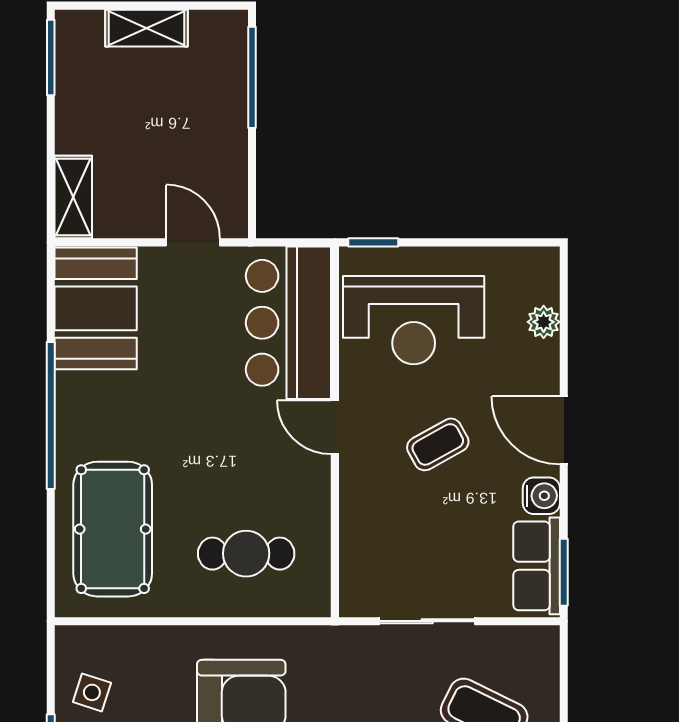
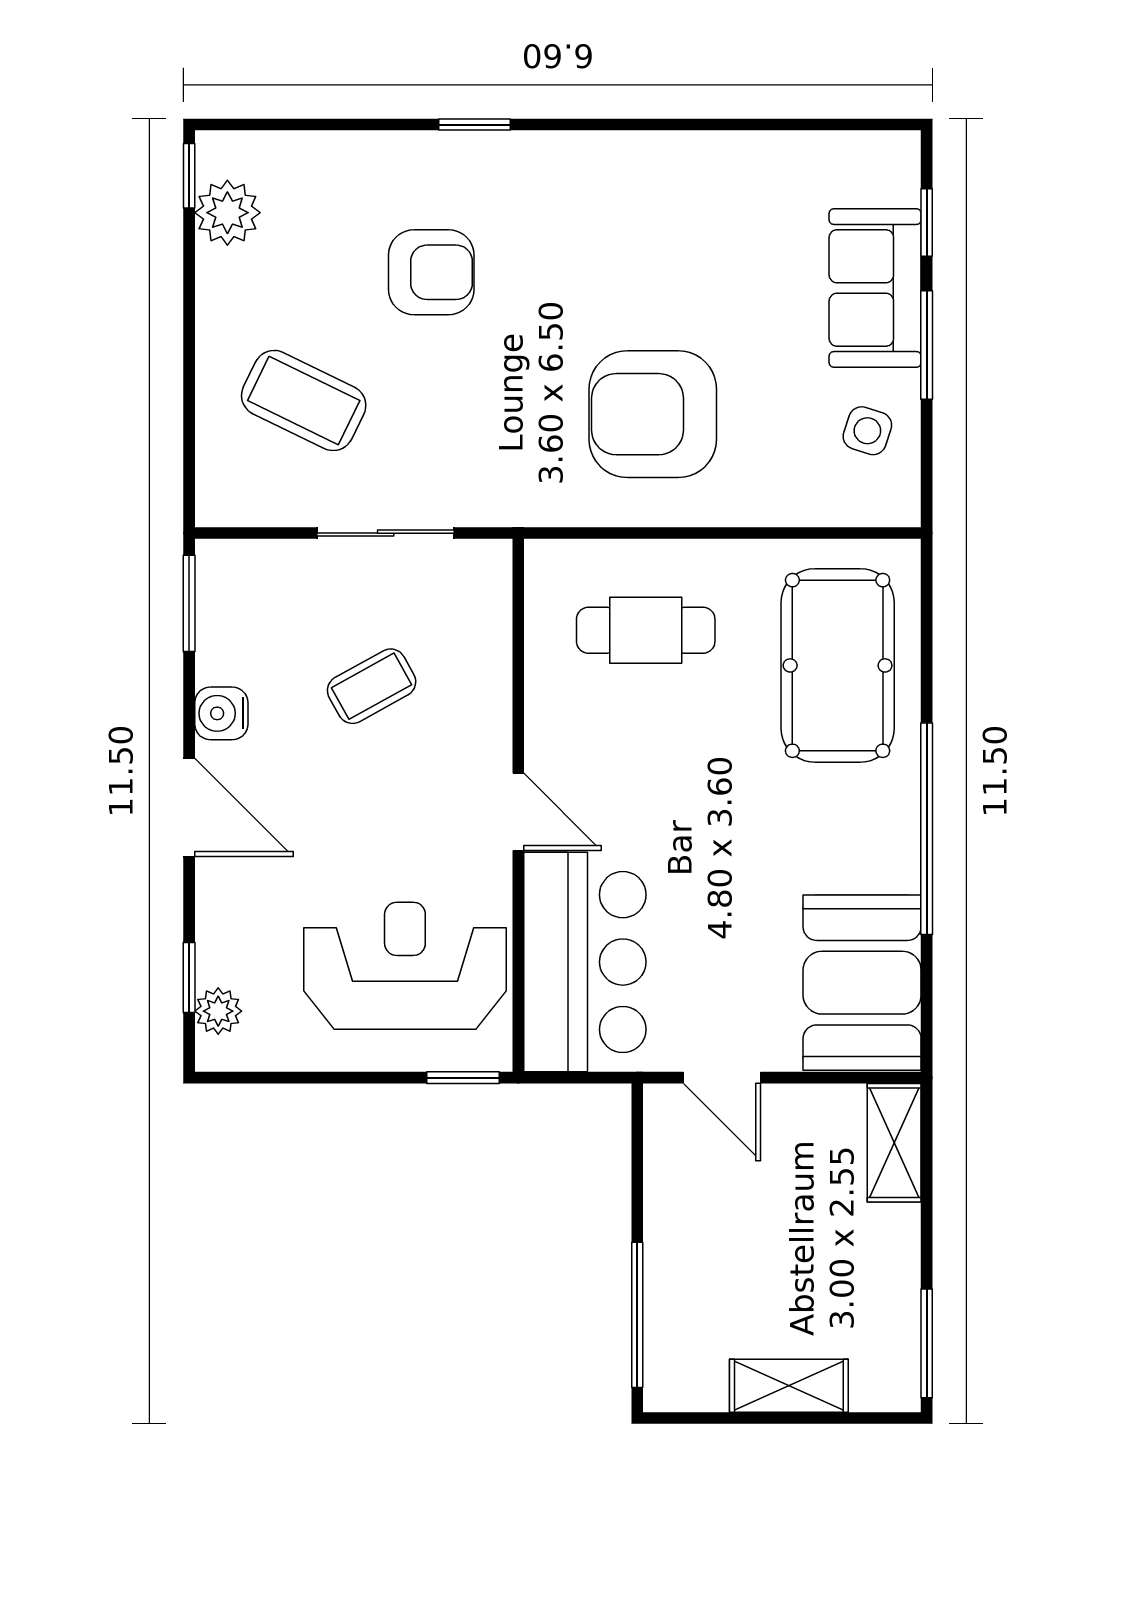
window: (564, 312) -> (189, 977), added
plant: (544, 322) -> (218, 1011), moved
coffee table: (438, 444) -> (372, 686), moved
row of seats: (537, 566) -> (228, 613), removed

